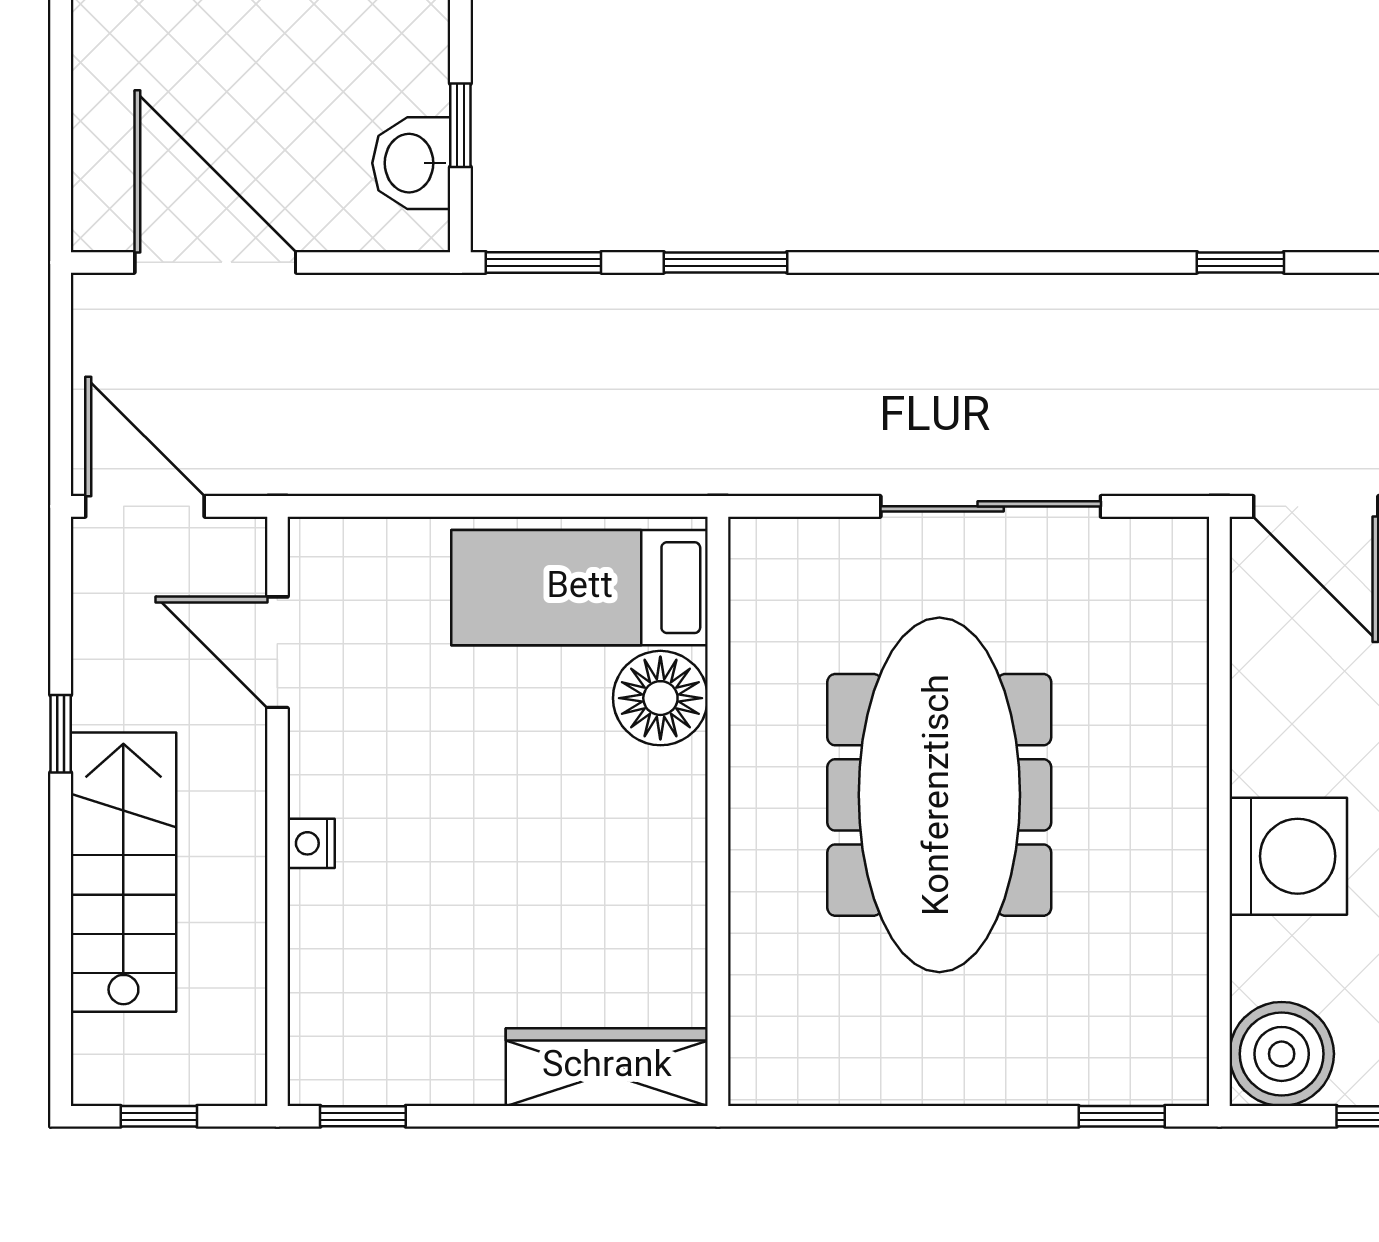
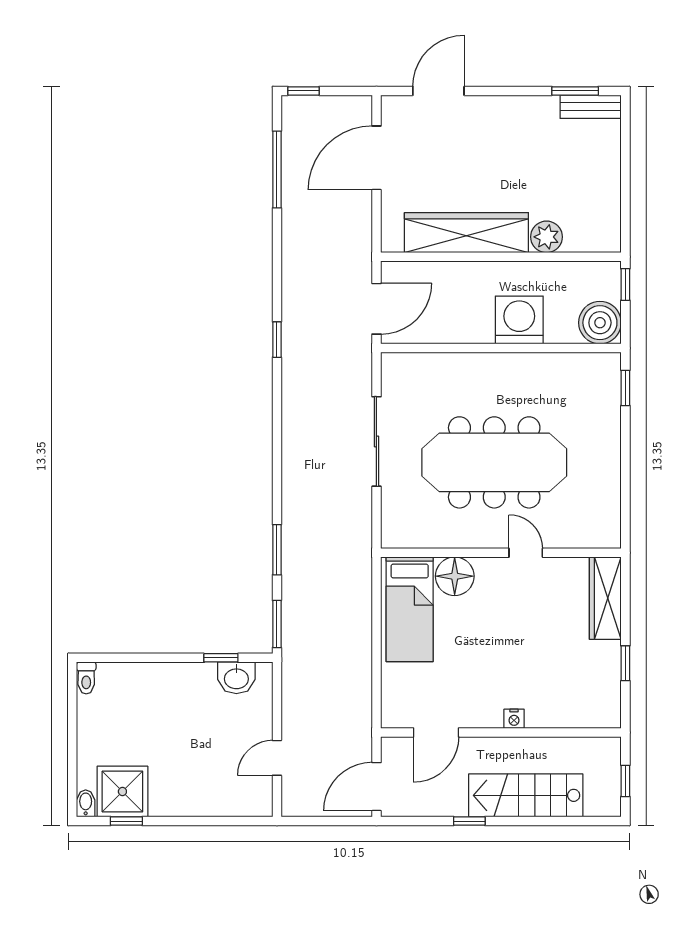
door: (215, 262) -> (277, 758), width x0.53
door: (718, 872) -> (526, 553), added
window: (363, 1116) -> (625, 663), moved

